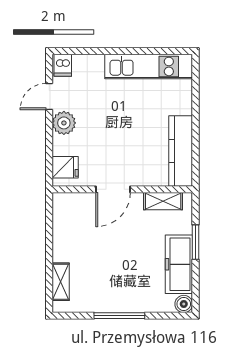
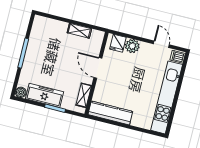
kitchen unit: (149, 66) -> (167, 97), width x1.36
plant: (64, 123) -> (132, 46), moved
shelving: (61, 282) -> (79, 31), moved

